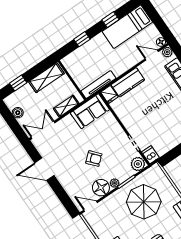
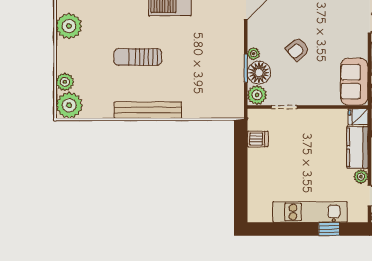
plant: (167, 52) -> (361, 177), moved
dishwasher: (150, 155) -> (258, 139), moved
floor lamp: (101, 188) -> (259, 73), moved
parasol: (144, 202) -> (210, 72), removed

